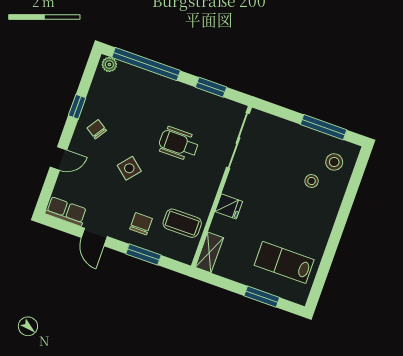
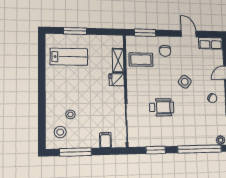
filing cabinet: (277, 128) -> (105, 140), added
shelving: (209, 252) -> (118, 60), moved
window: (143, 255) -> (145, 33), moved

